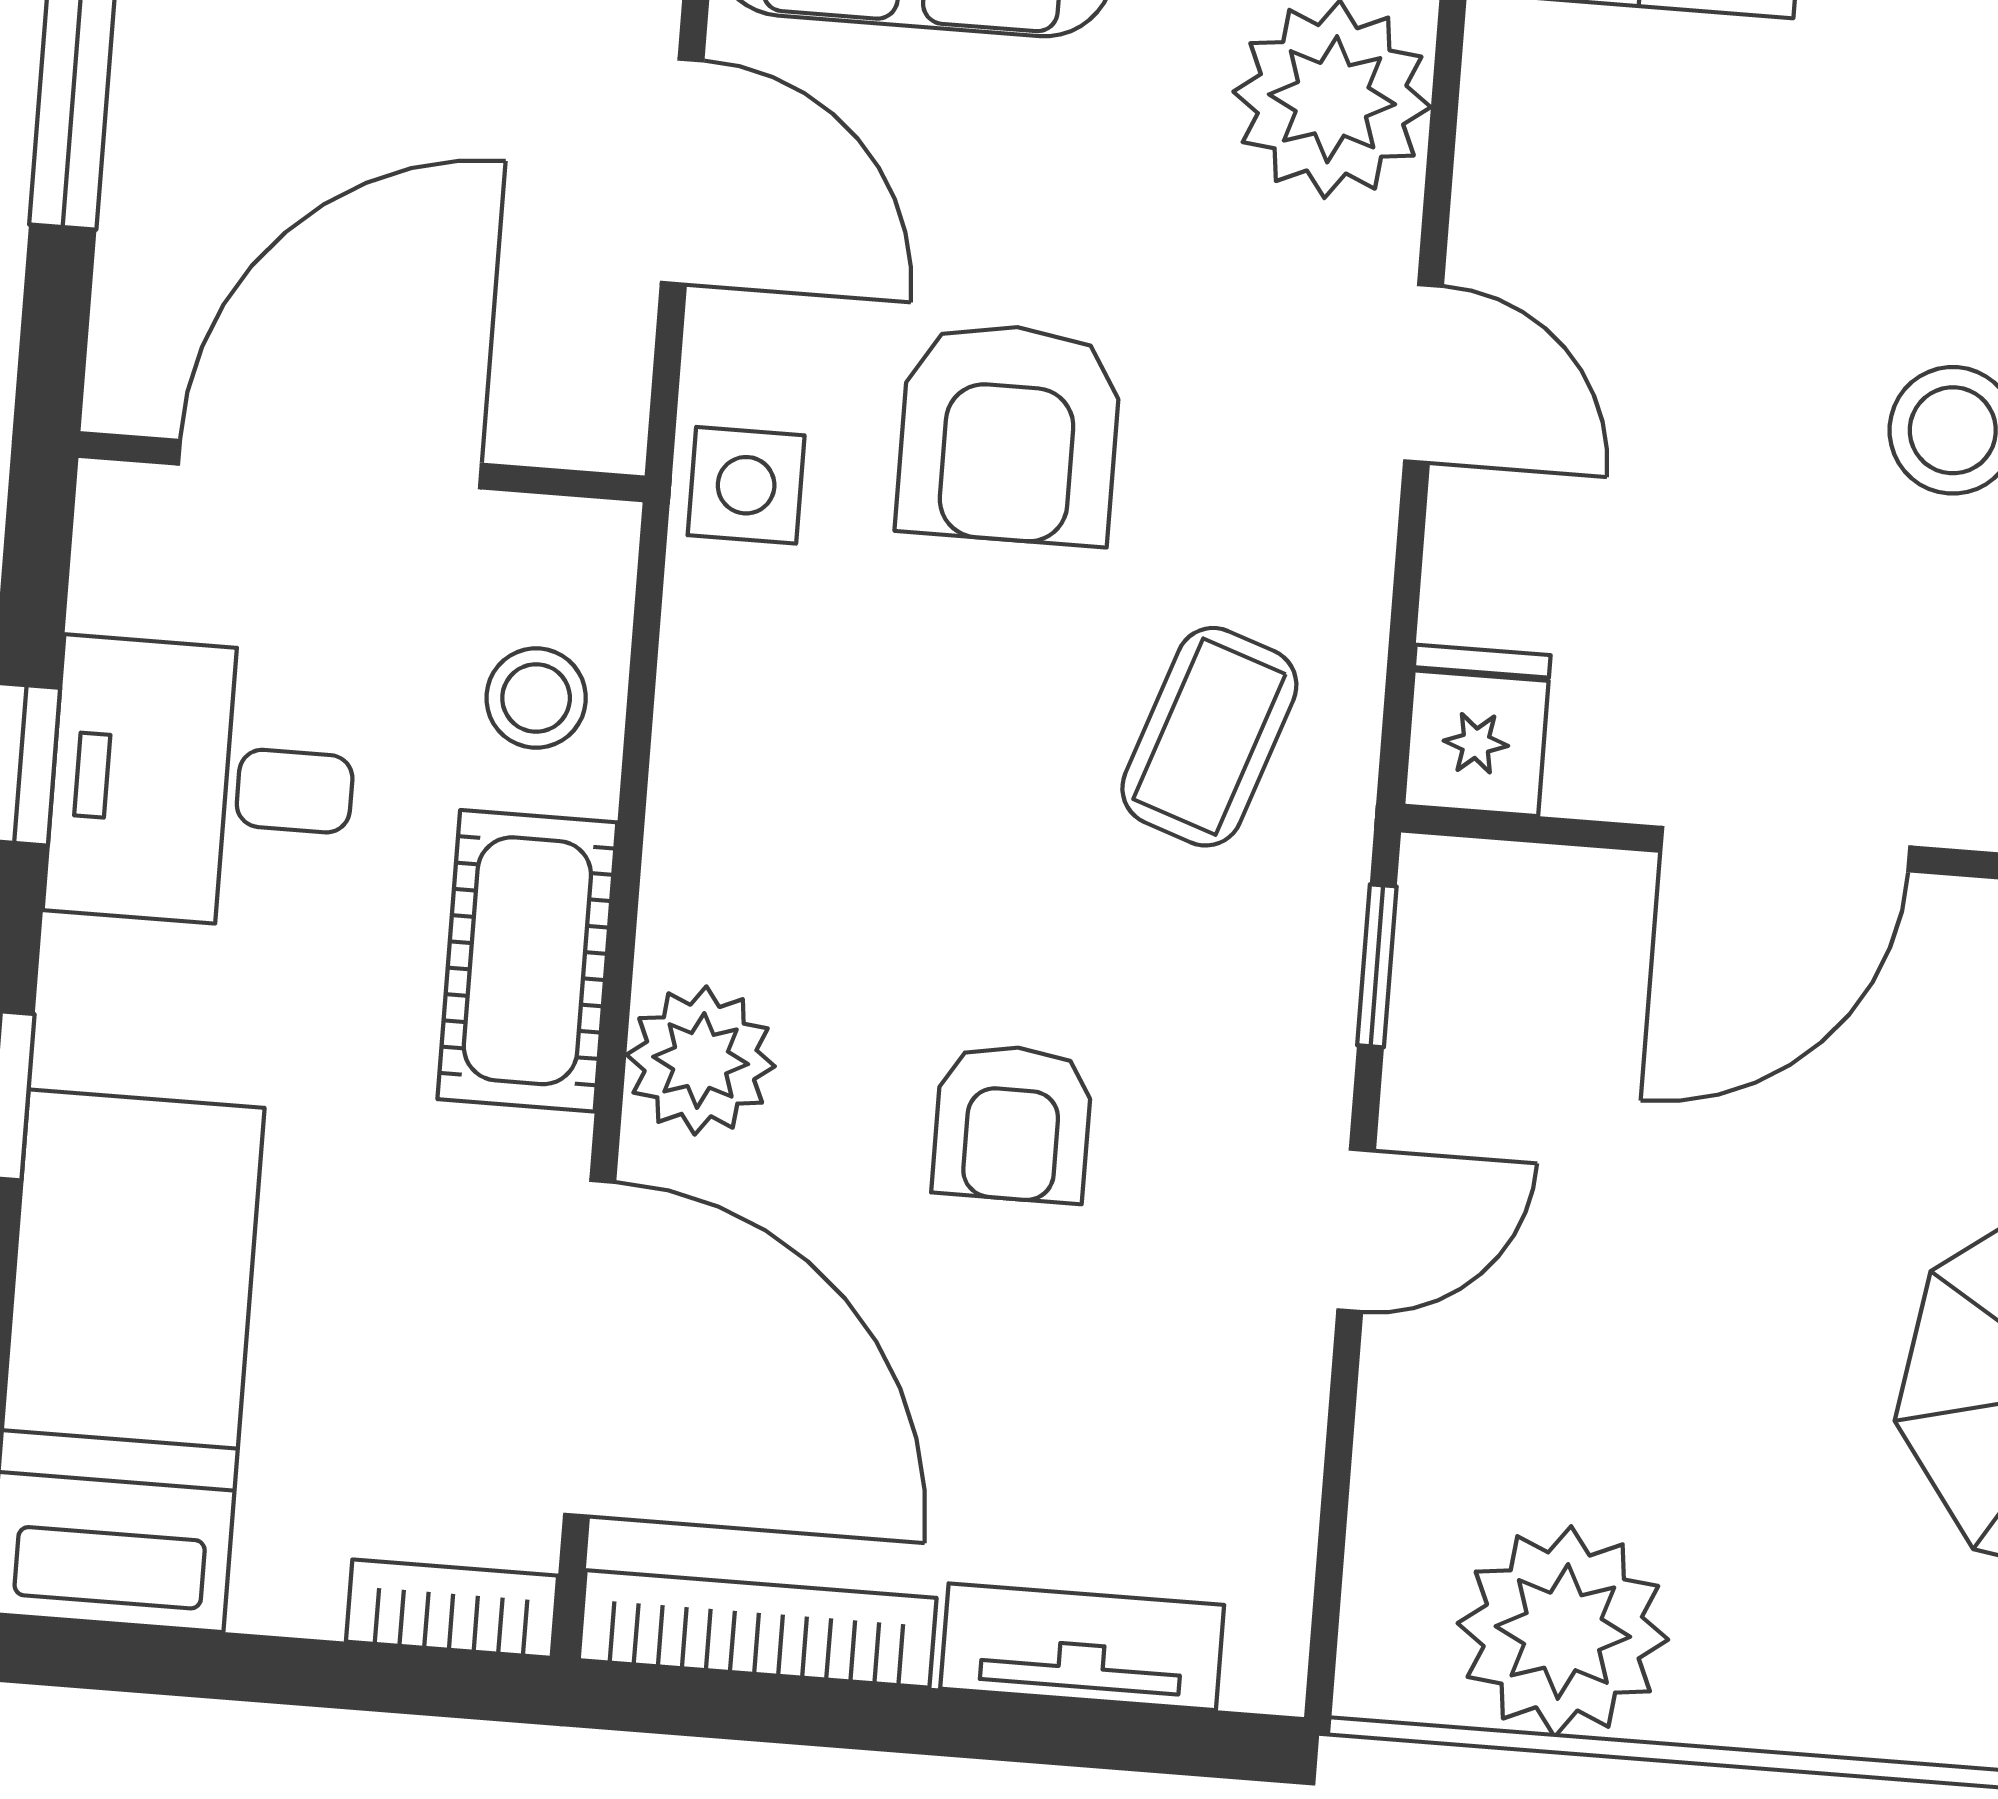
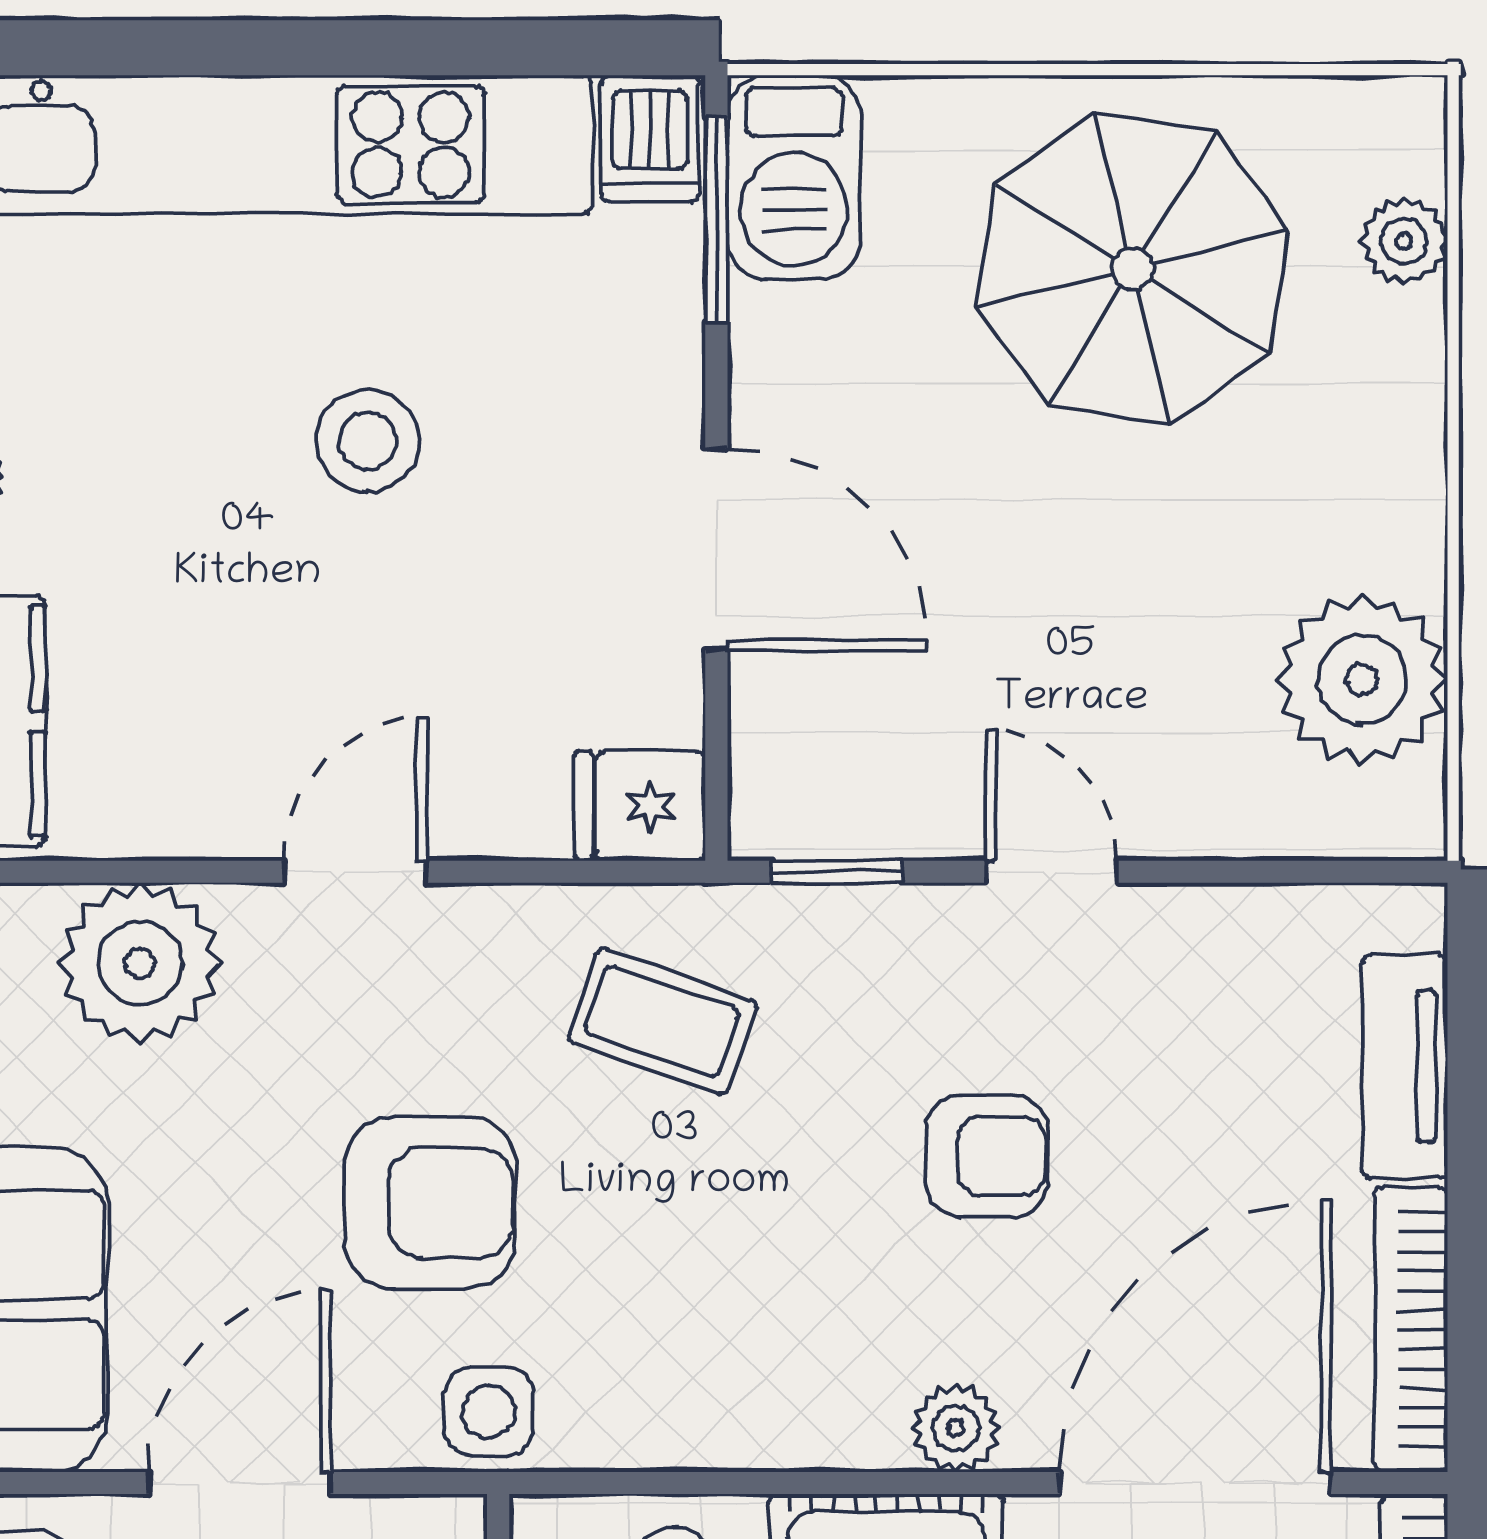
plant: (701, 1060) -> (956, 1428), width x0.73, depth x0.73

